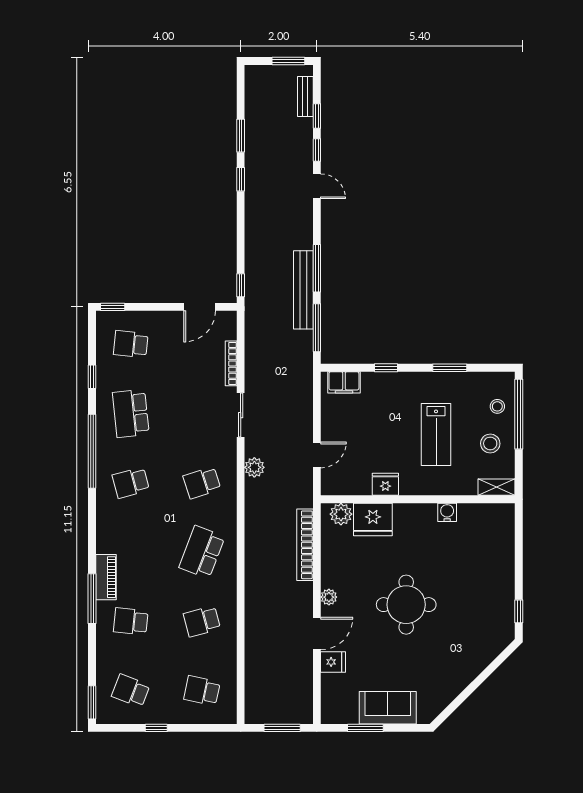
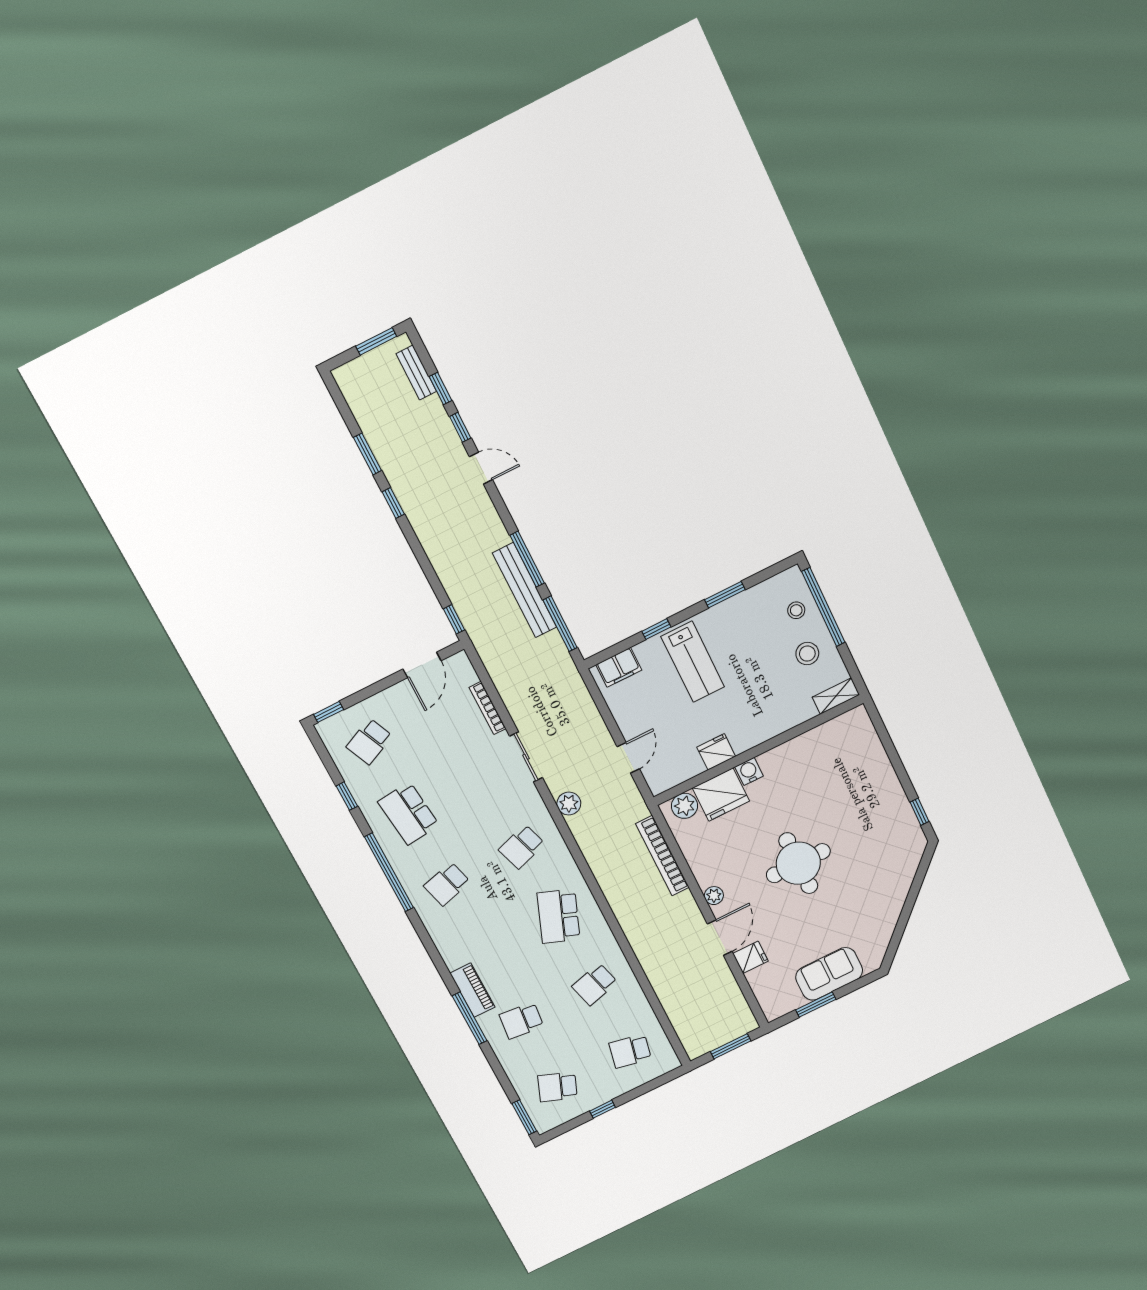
school desk: (131, 344) -> (369, 741), turned -30
lab bench: (436, 435) -> (693, 662), moved
water cooler: (447, 512) -> (749, 771), moved

